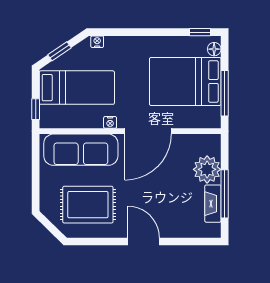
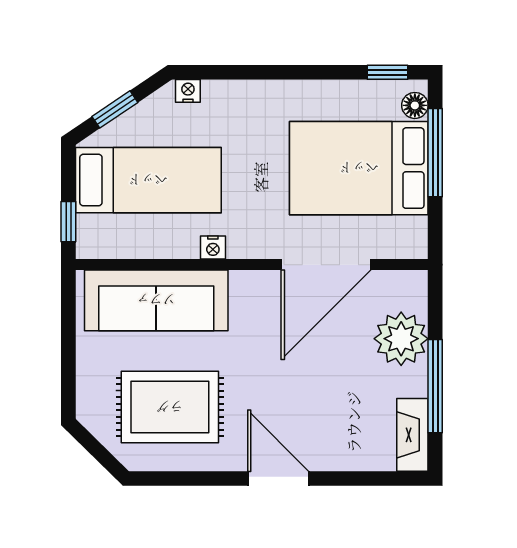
window: (225, 93) -> (435, 153), moved
door: (148, 131) -> (326, 265), moved
fireplace: (213, 204) -> (412, 435), moved

